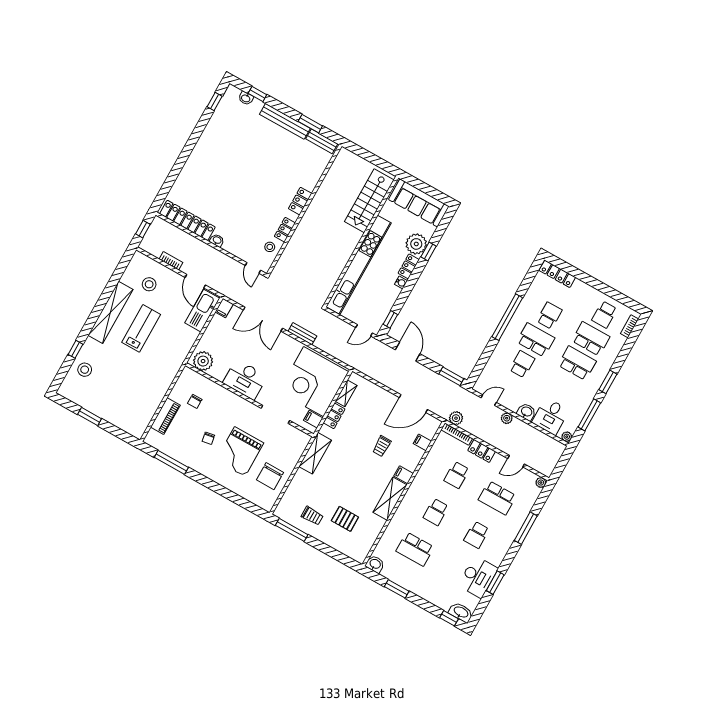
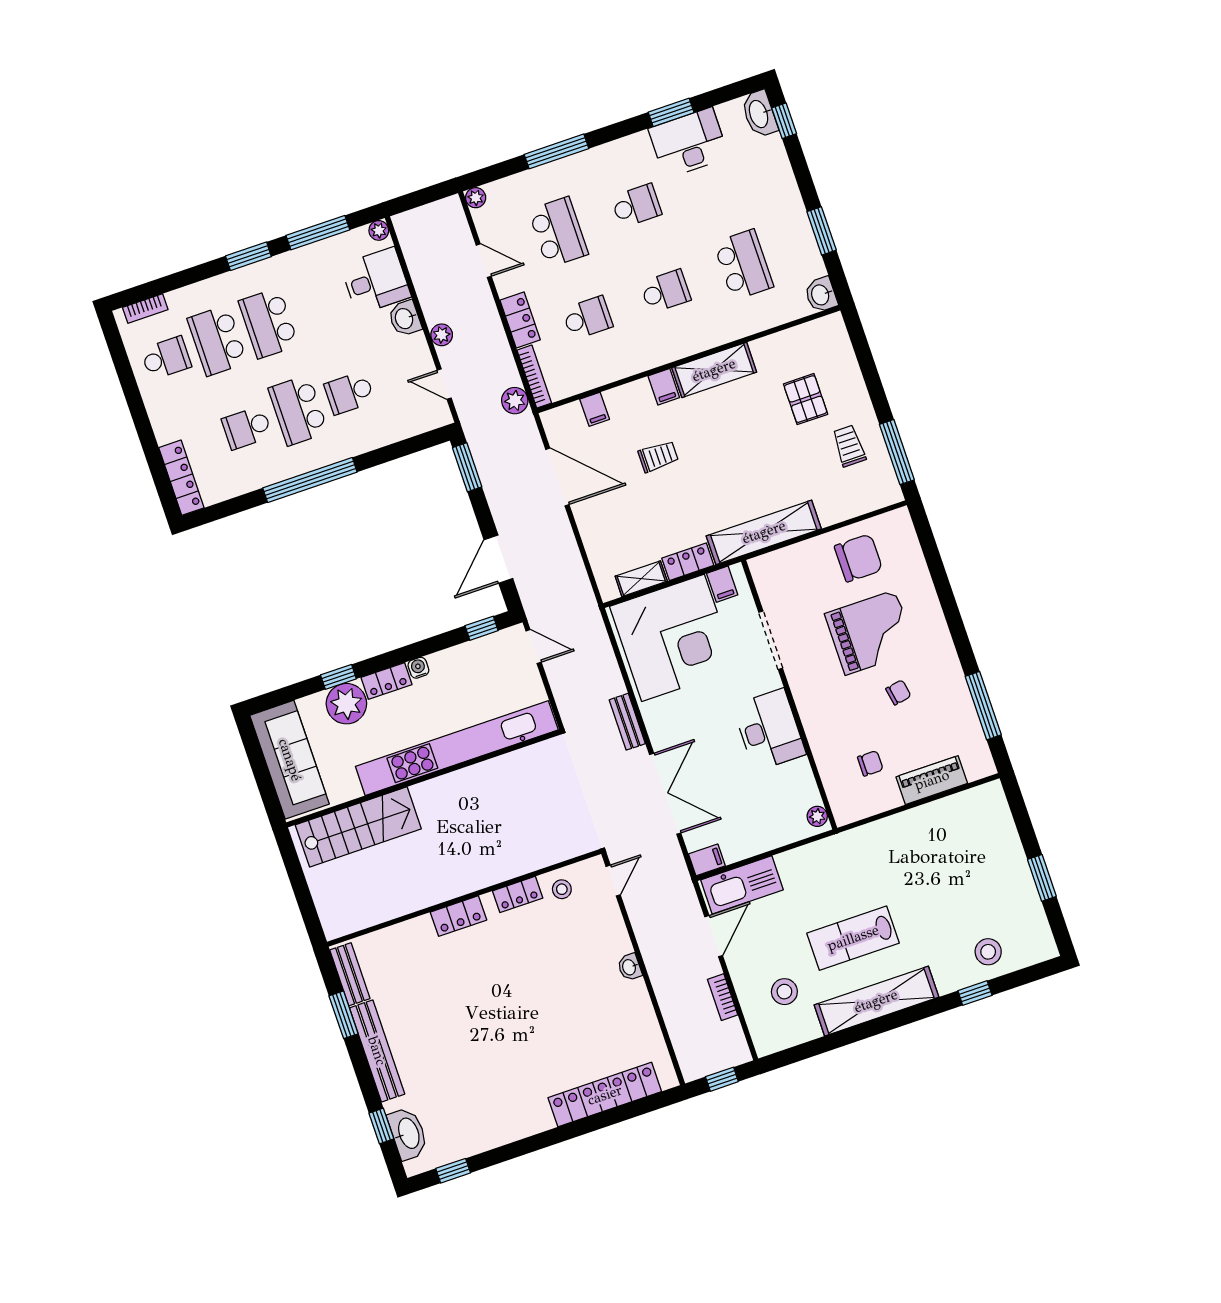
washbasin: (246, 98) -> (408, 1134), width x1.91, depth x1.45
locker: (187, 220) -> (605, 1095), moved, turned 90
plant: (203, 361) -> (817, 816), width x0.53, depth x0.53
shelving: (315, 453) -> (764, 532), width x1.47

